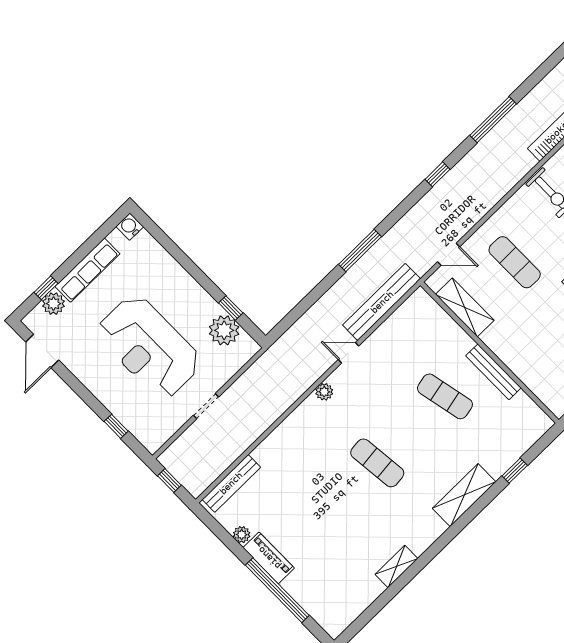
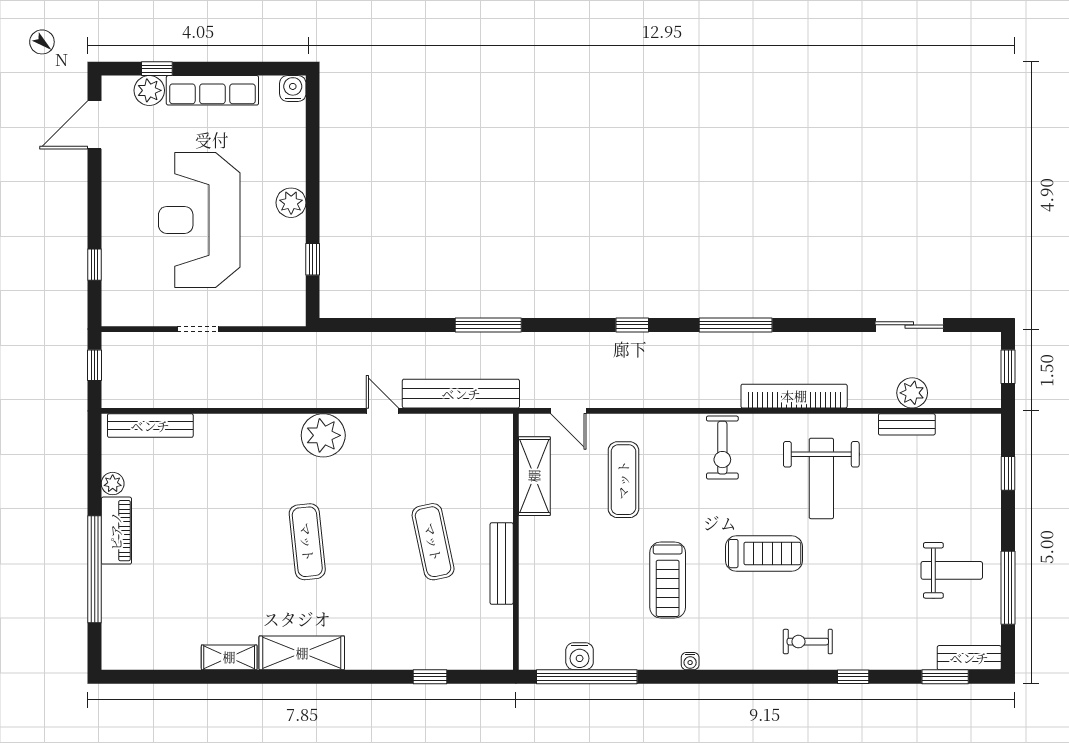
plant: (224, 330) -> (291, 203), moved, width x0.73, depth x0.73
plant: (324, 392) -> (323, 435), width x1.87, depth x1.87
shelving: (464, 495) -> (302, 653), moved

